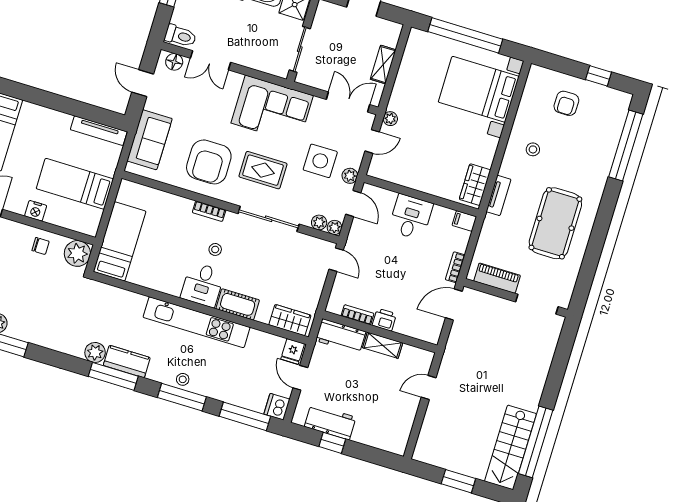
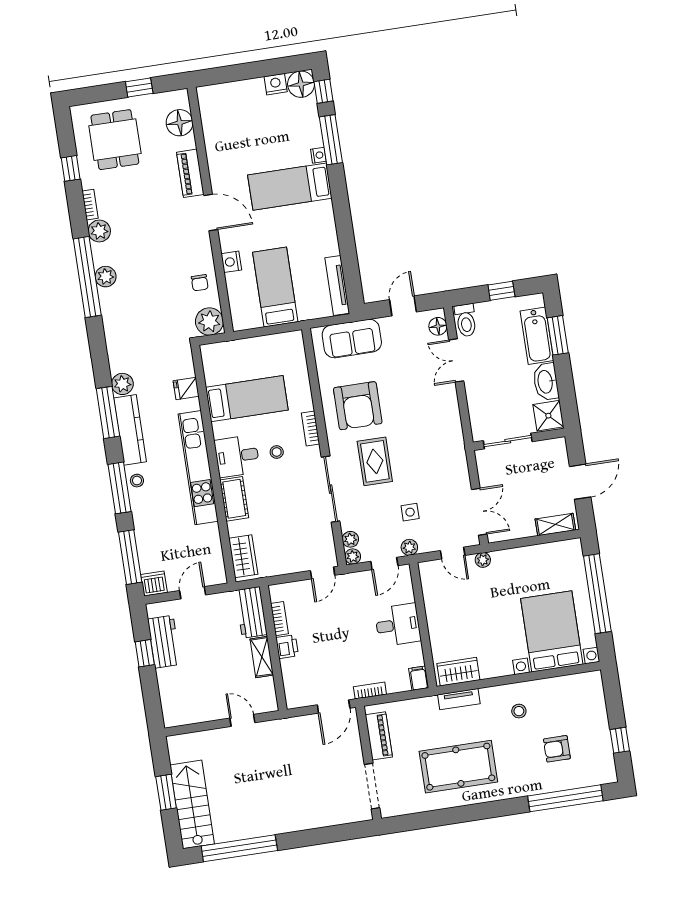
shelving: (383, 65) -> (555, 525), moved
armchair: (566, 103) -> (557, 749), moved
corner sofa: (272, 109) -> (437, 442), removed
side table: (320, 161) -> (410, 512), width x0.54, depth x0.54
armchair: (209, 162) -> (358, 406), turned -90
bed: (120, 241) -> (247, 399), moved
door: (454, 305) -> (334, 706), swing flipped
fridge: (293, 351) -> (186, 388), moved
kitchen counter: (127, 361) -> (130, 430), width x1.50
stairs: (510, 447) -> (192, 804), moved, turned 90

